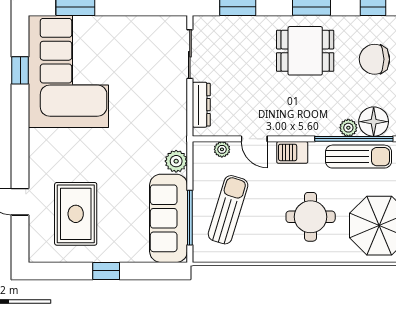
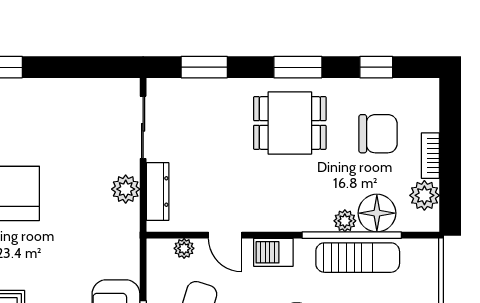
chair: (374, 59) -> (378, 134), turned 180
plant: (176, 161) -> (126, 189), moved

